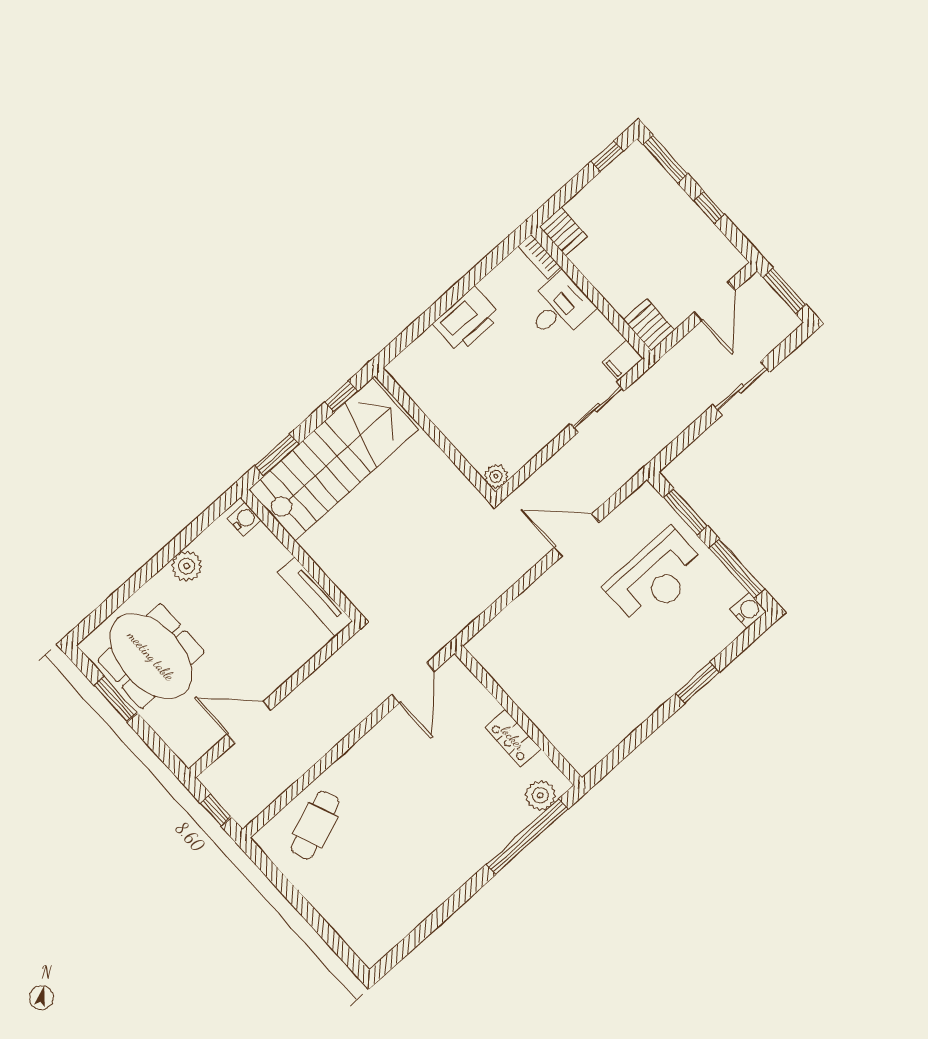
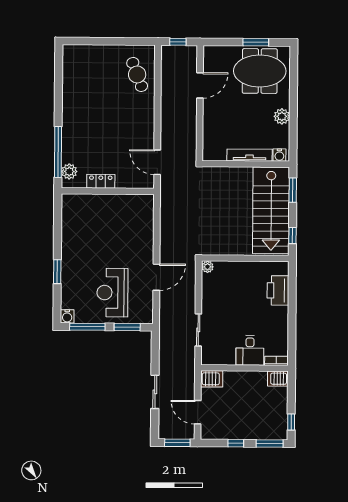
printer: (467, 320) -> (278, 290), moved
filing cabinet: (623, 360) -> (207, 356), removed
tv unit: (315, 597) -> (249, 155), moved

